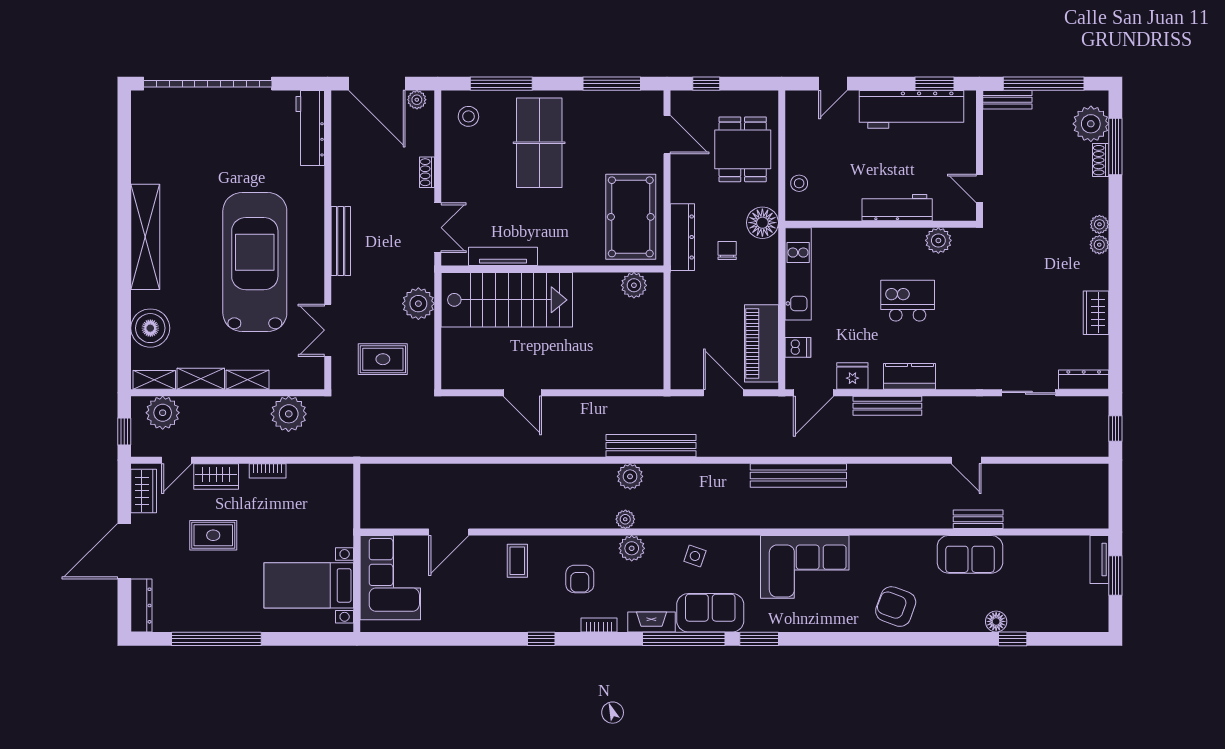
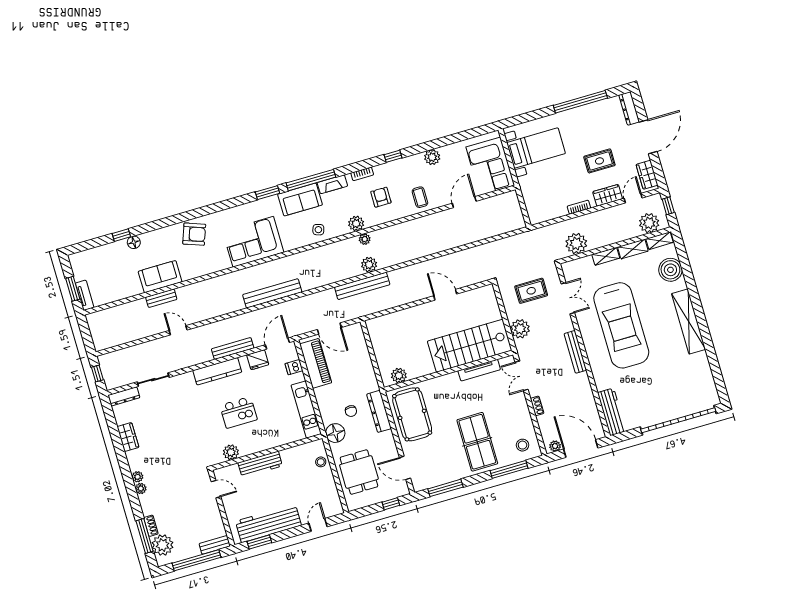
kitchen counter: (910, 376) -> (217, 371), width x1.50
plant: (479, 619) -> (432, 157), added

